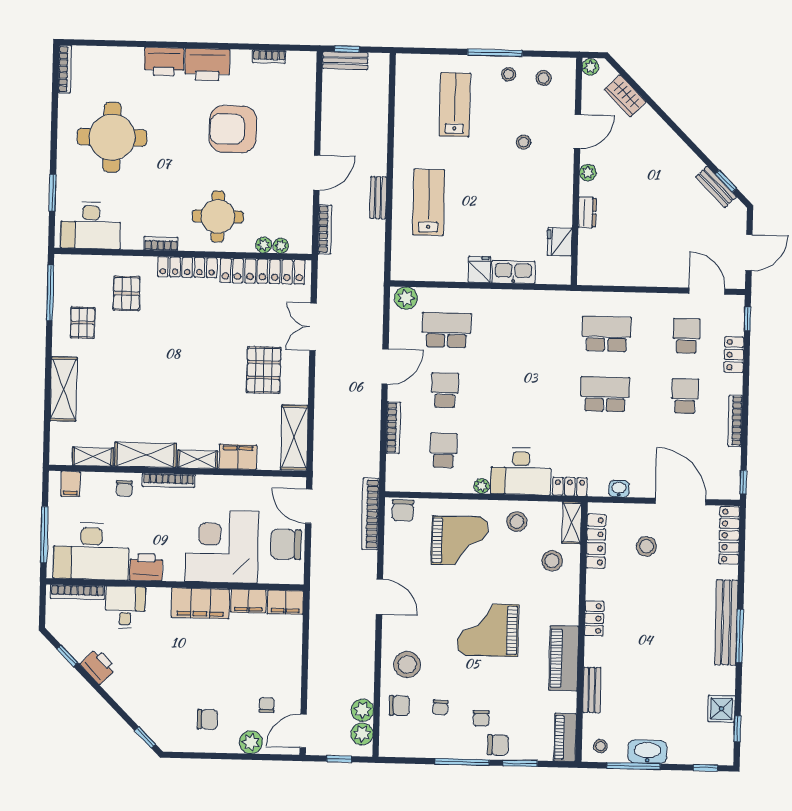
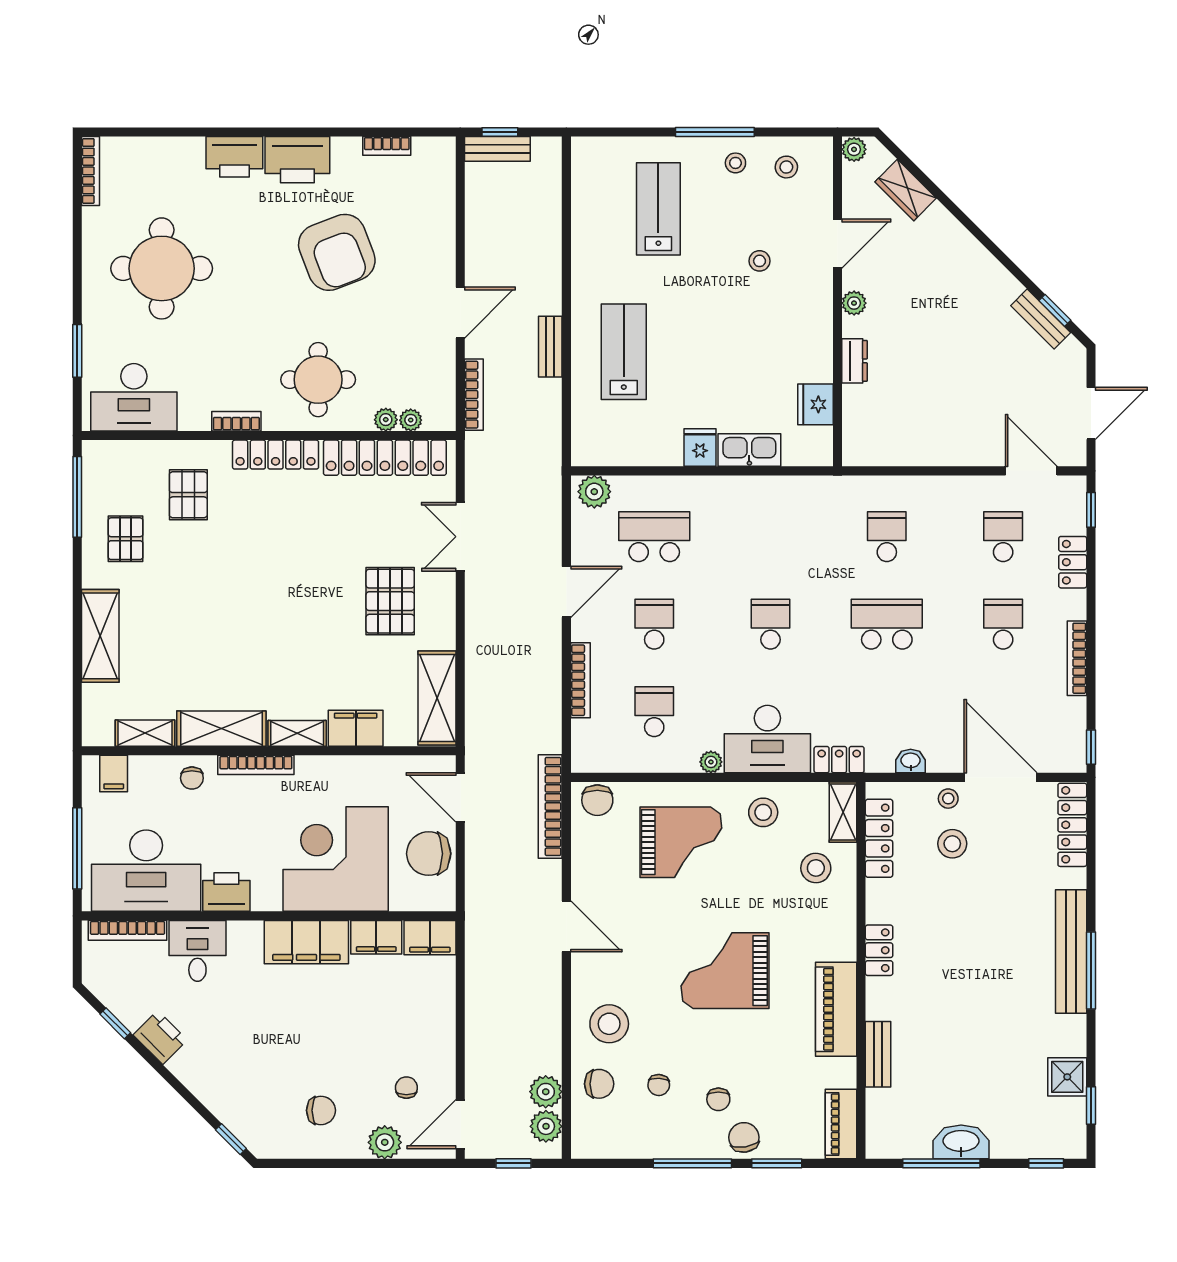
armchair: (233, 129) -> (337, 252), turned -111
school desk: (606, 334) -> (887, 537), width x0.54
school desk: (525, 392) -> (771, 624), added
chair: (498, 745) -> (744, 1137), turned -99
stool: (600, 746) -> (948, 799), moved

